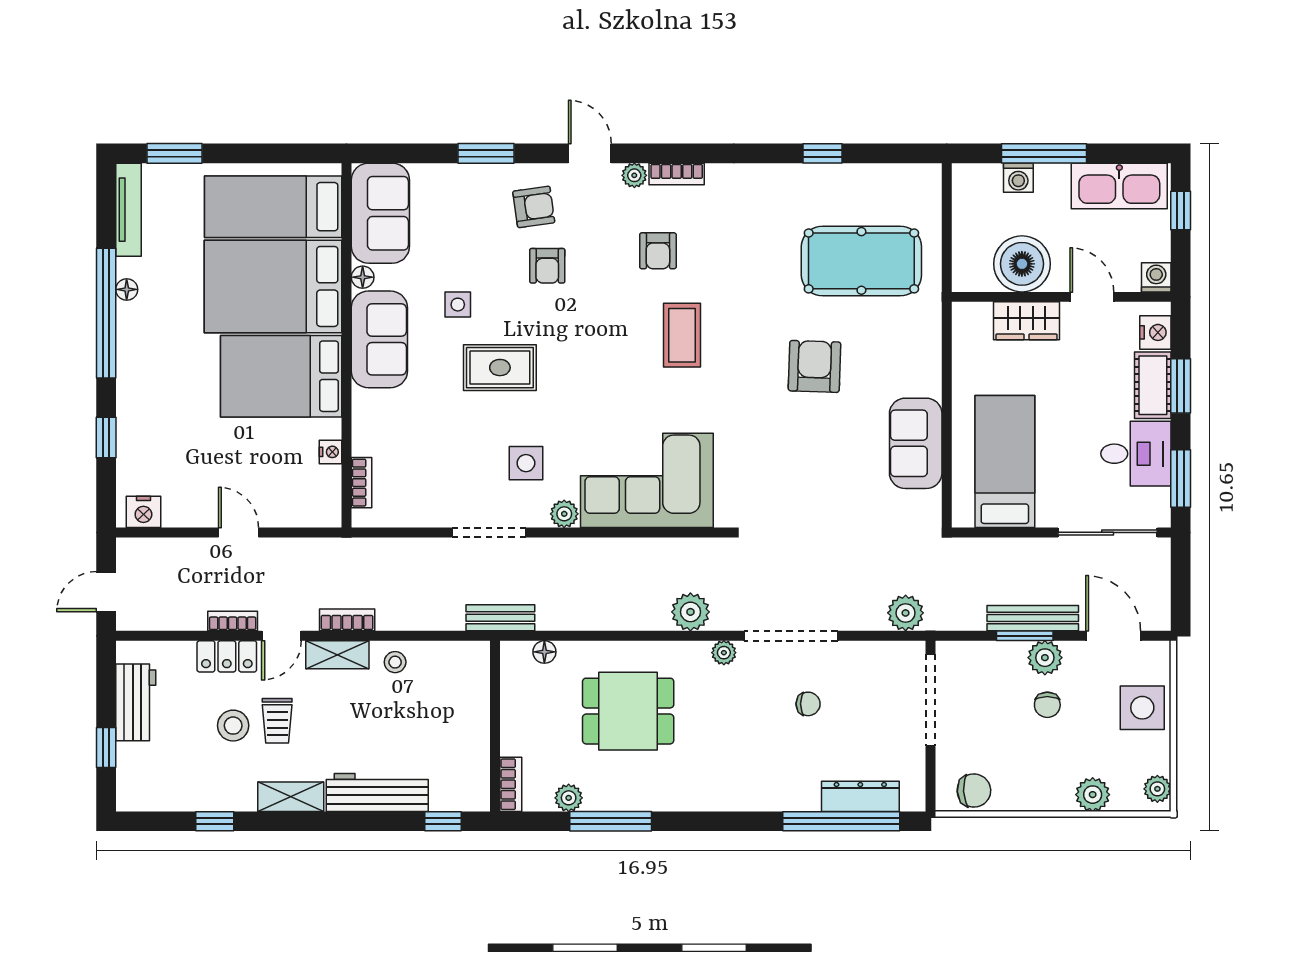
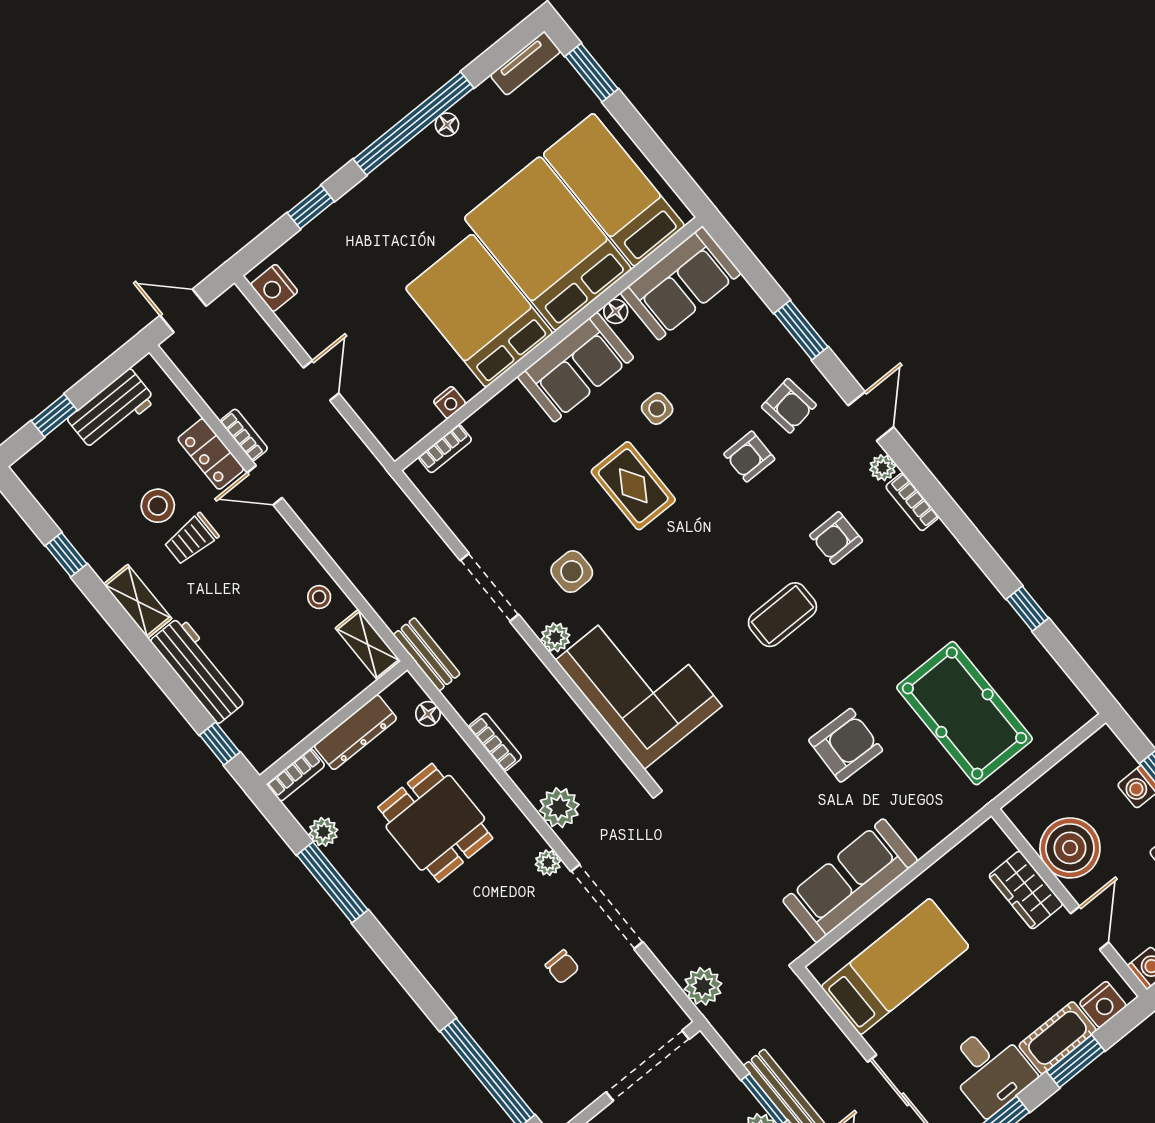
tv unit: (129, 210) -> (525, 63), width x0.71
sofa: (916, 443) -> (850, 881), width x1.36
bookcase: (347, 620) -> (495, 742), moved
shelving: (337, 655) -> (368, 645), moved
dresser: (860, 796) -> (355, 732), moved, turned 90

